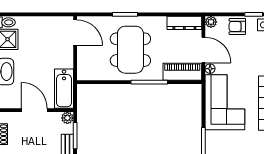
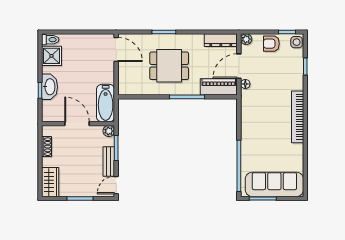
dining table: (130, 50) -> (169, 66), width x0.73
door: (203, 50) -> (239, 66), swing flipped
corner sofa: (225, 102) -> (259, 116), removed

